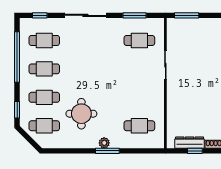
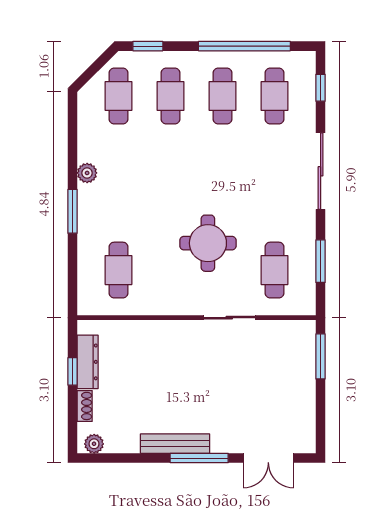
round table: (81, 114) -> (208, 243), moved
plant: (104, 143) -> (87, 173), moved

